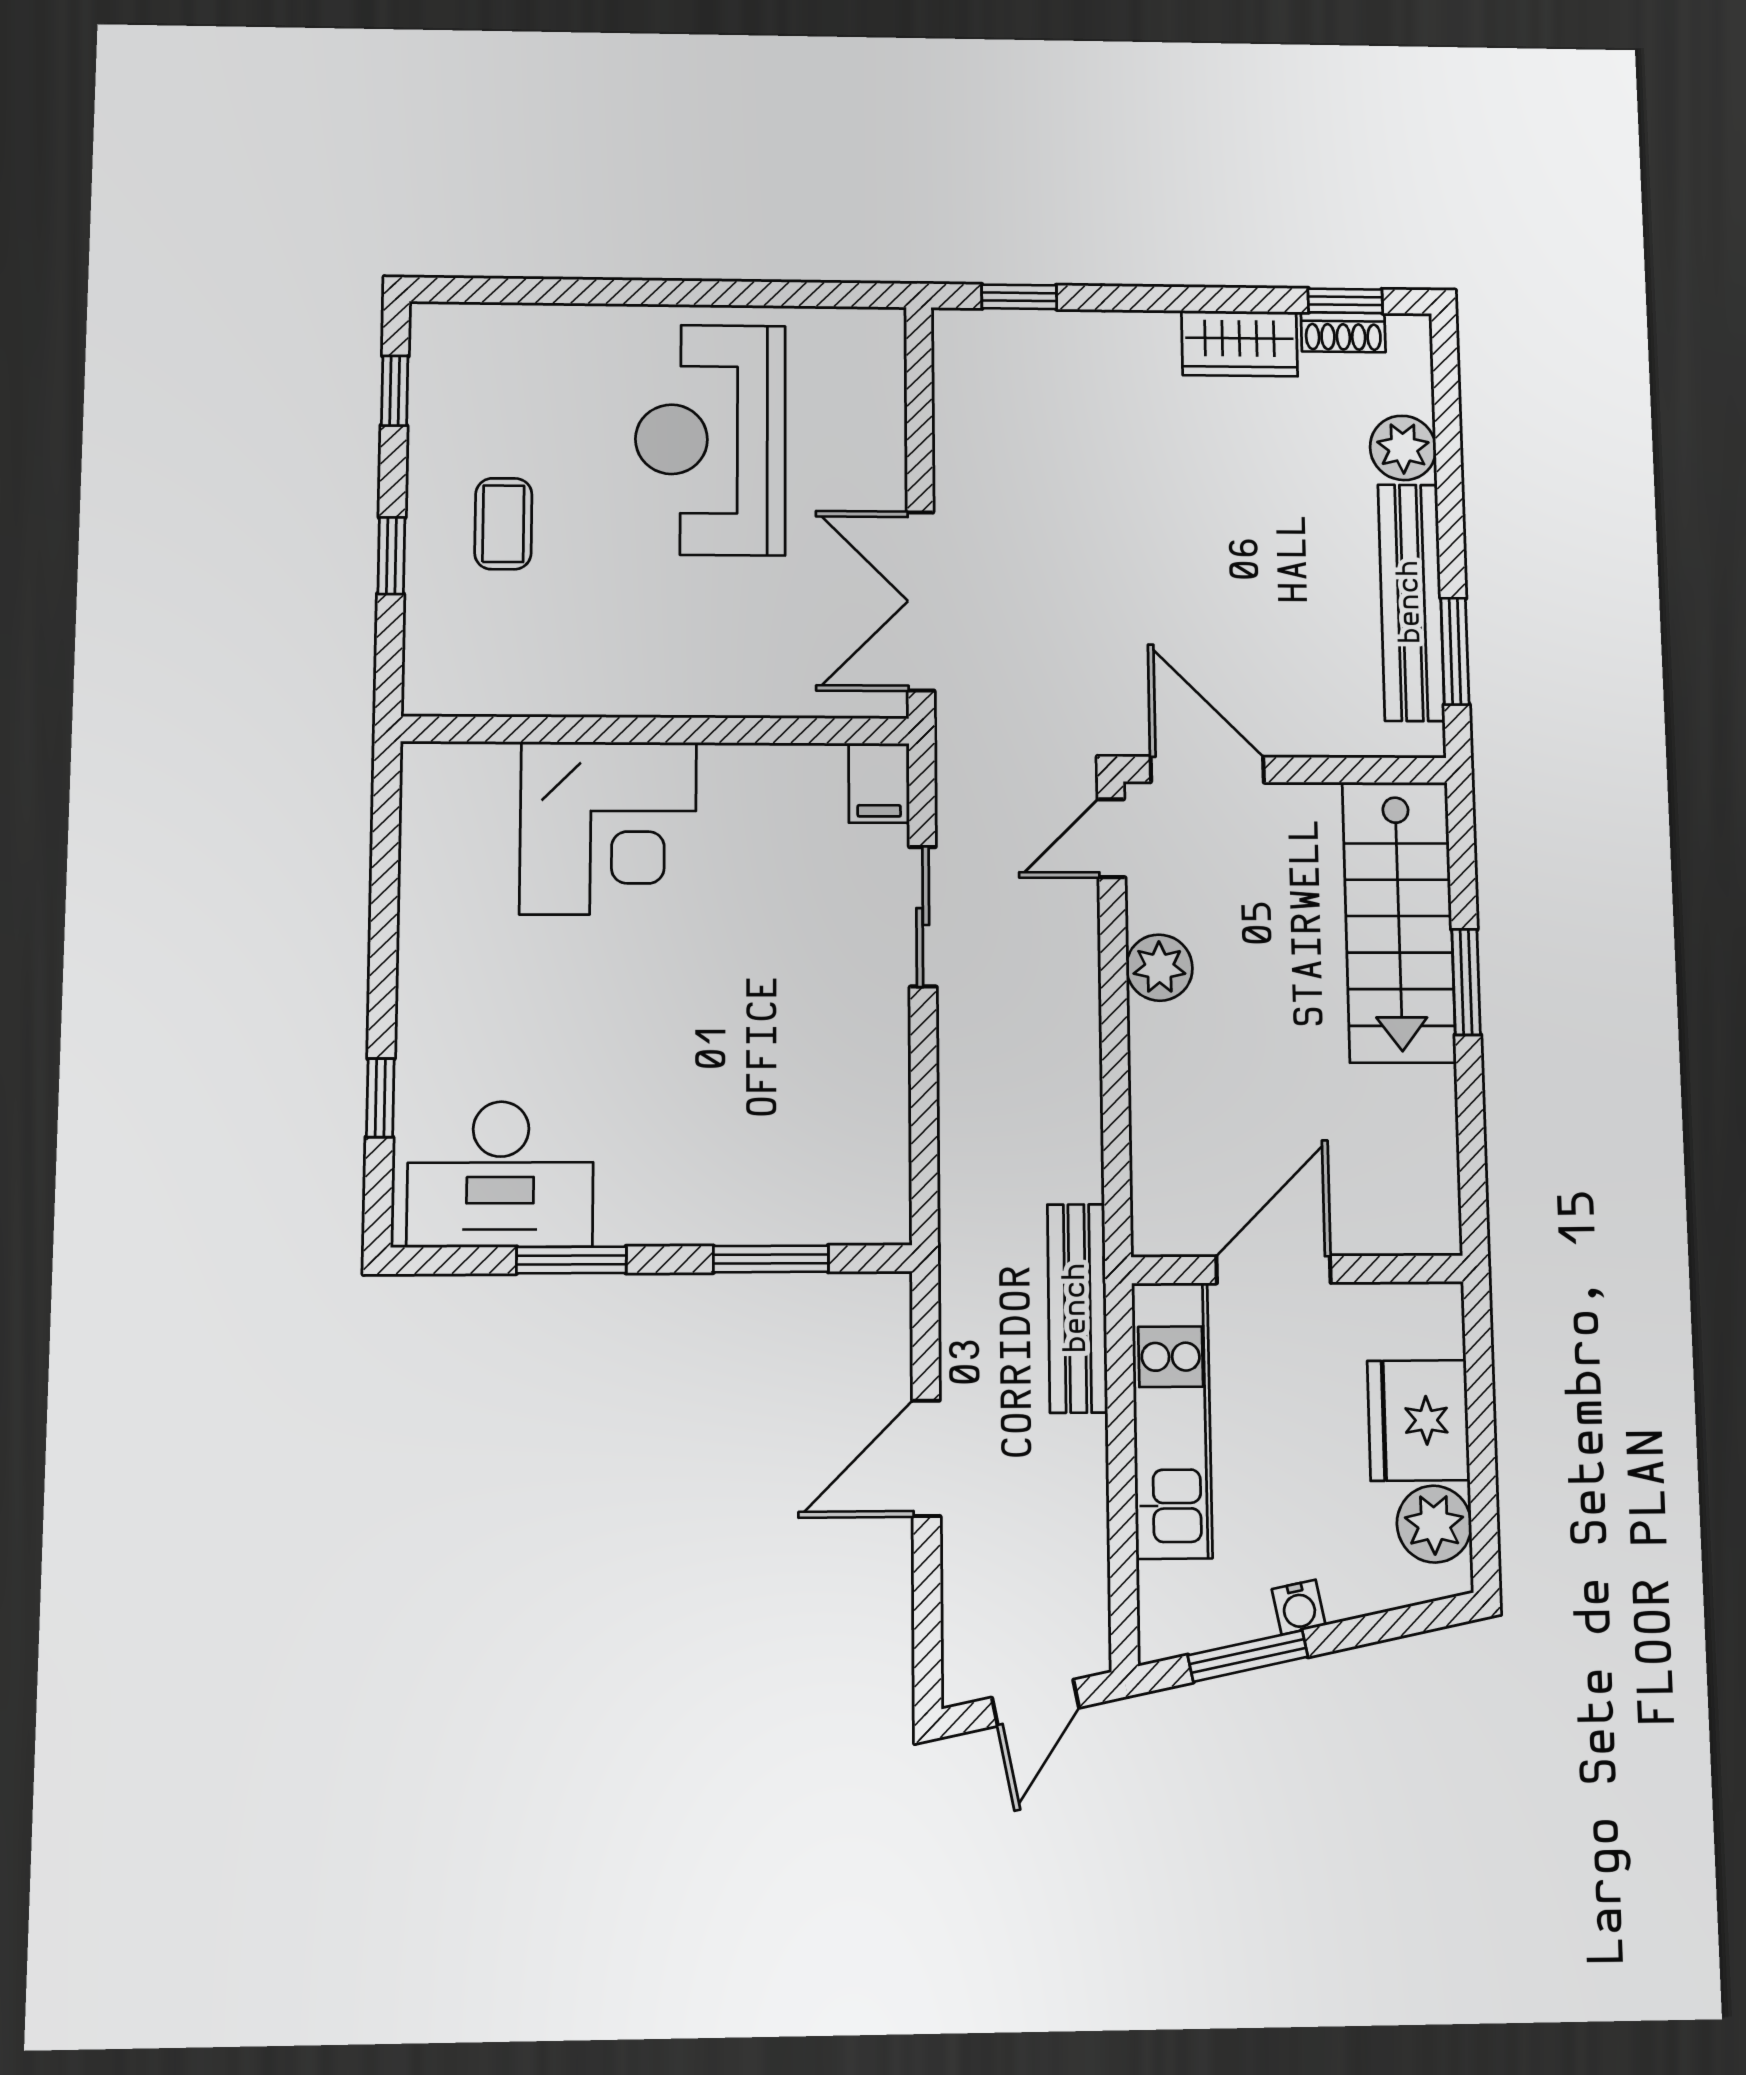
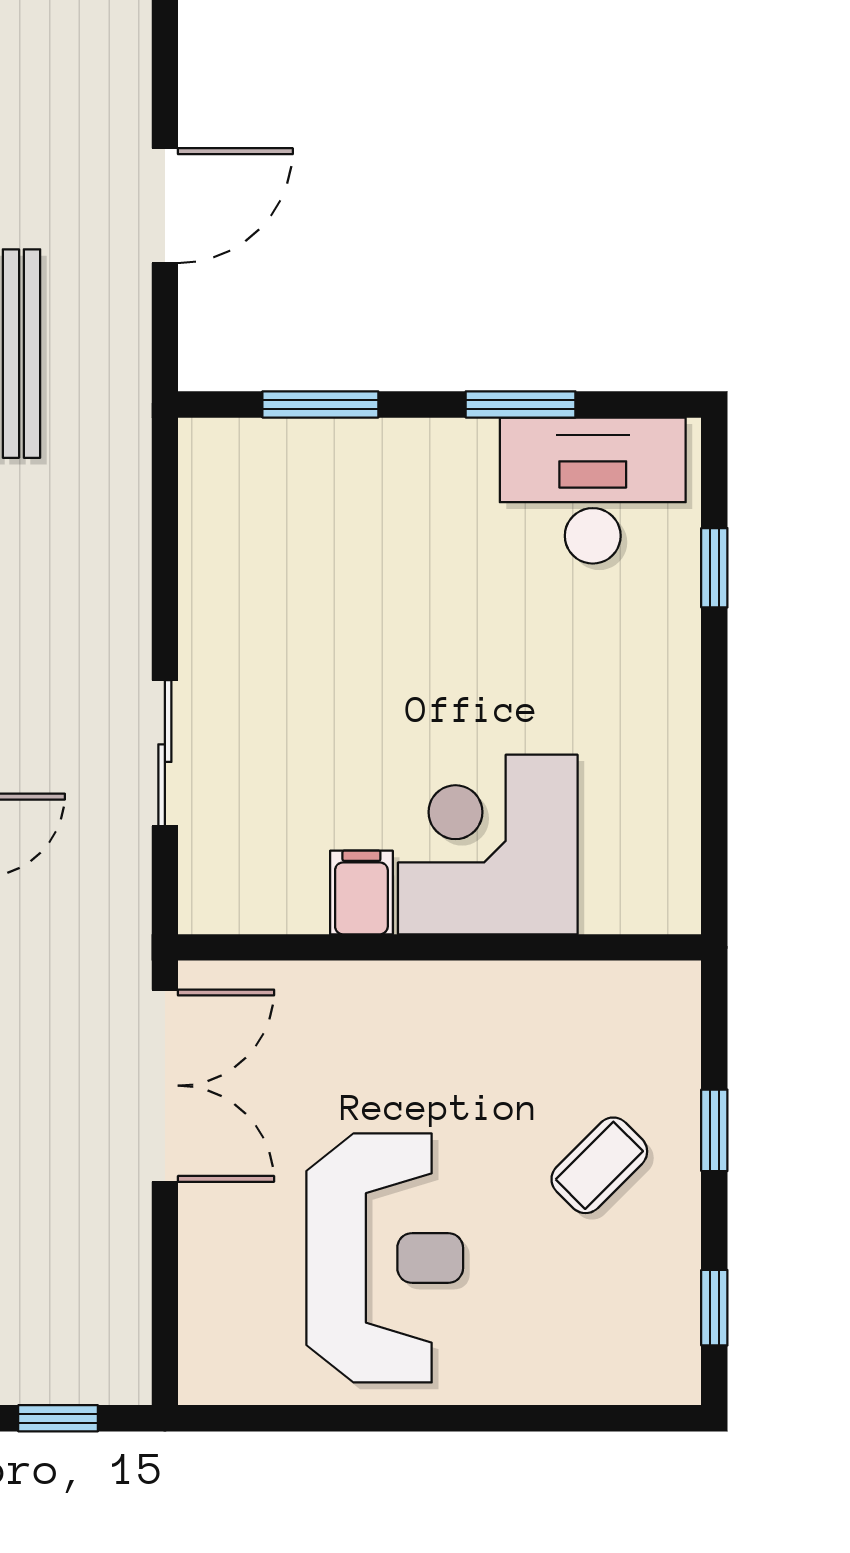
coffee table: (503, 524) -> (599, 1165), turned 45
filing cabinet: (879, 783) -> (361, 892), moved

